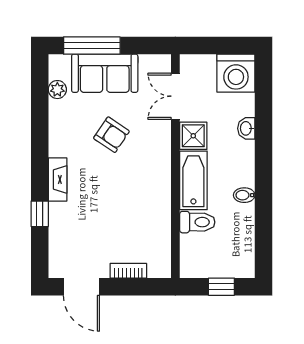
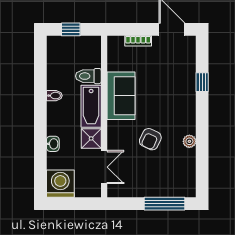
sofa: (105, 73) -> (121, 96), moved, turned 90
plant: (57, 90) -> (189, 141), moved
armchair: (111, 135) -> (150, 139), turned -99
fireplace: (58, 179) -> (189, 107), removed

